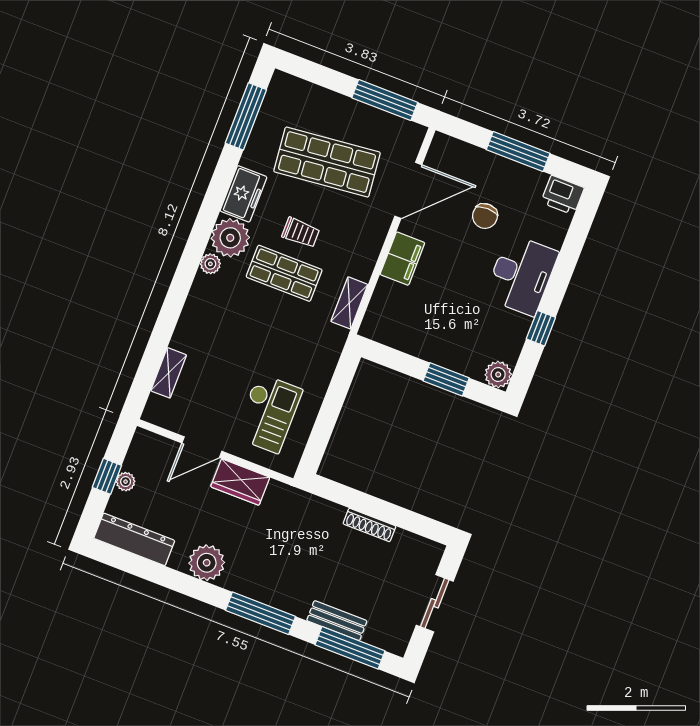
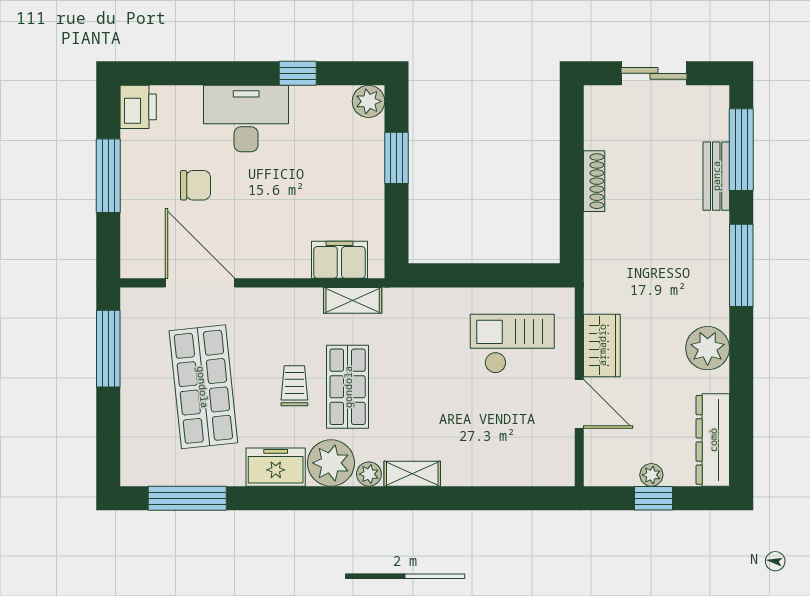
filing cabinet: (402, 259) -> (339, 260), moved
shelving: (169, 373) -> (412, 474), moved

